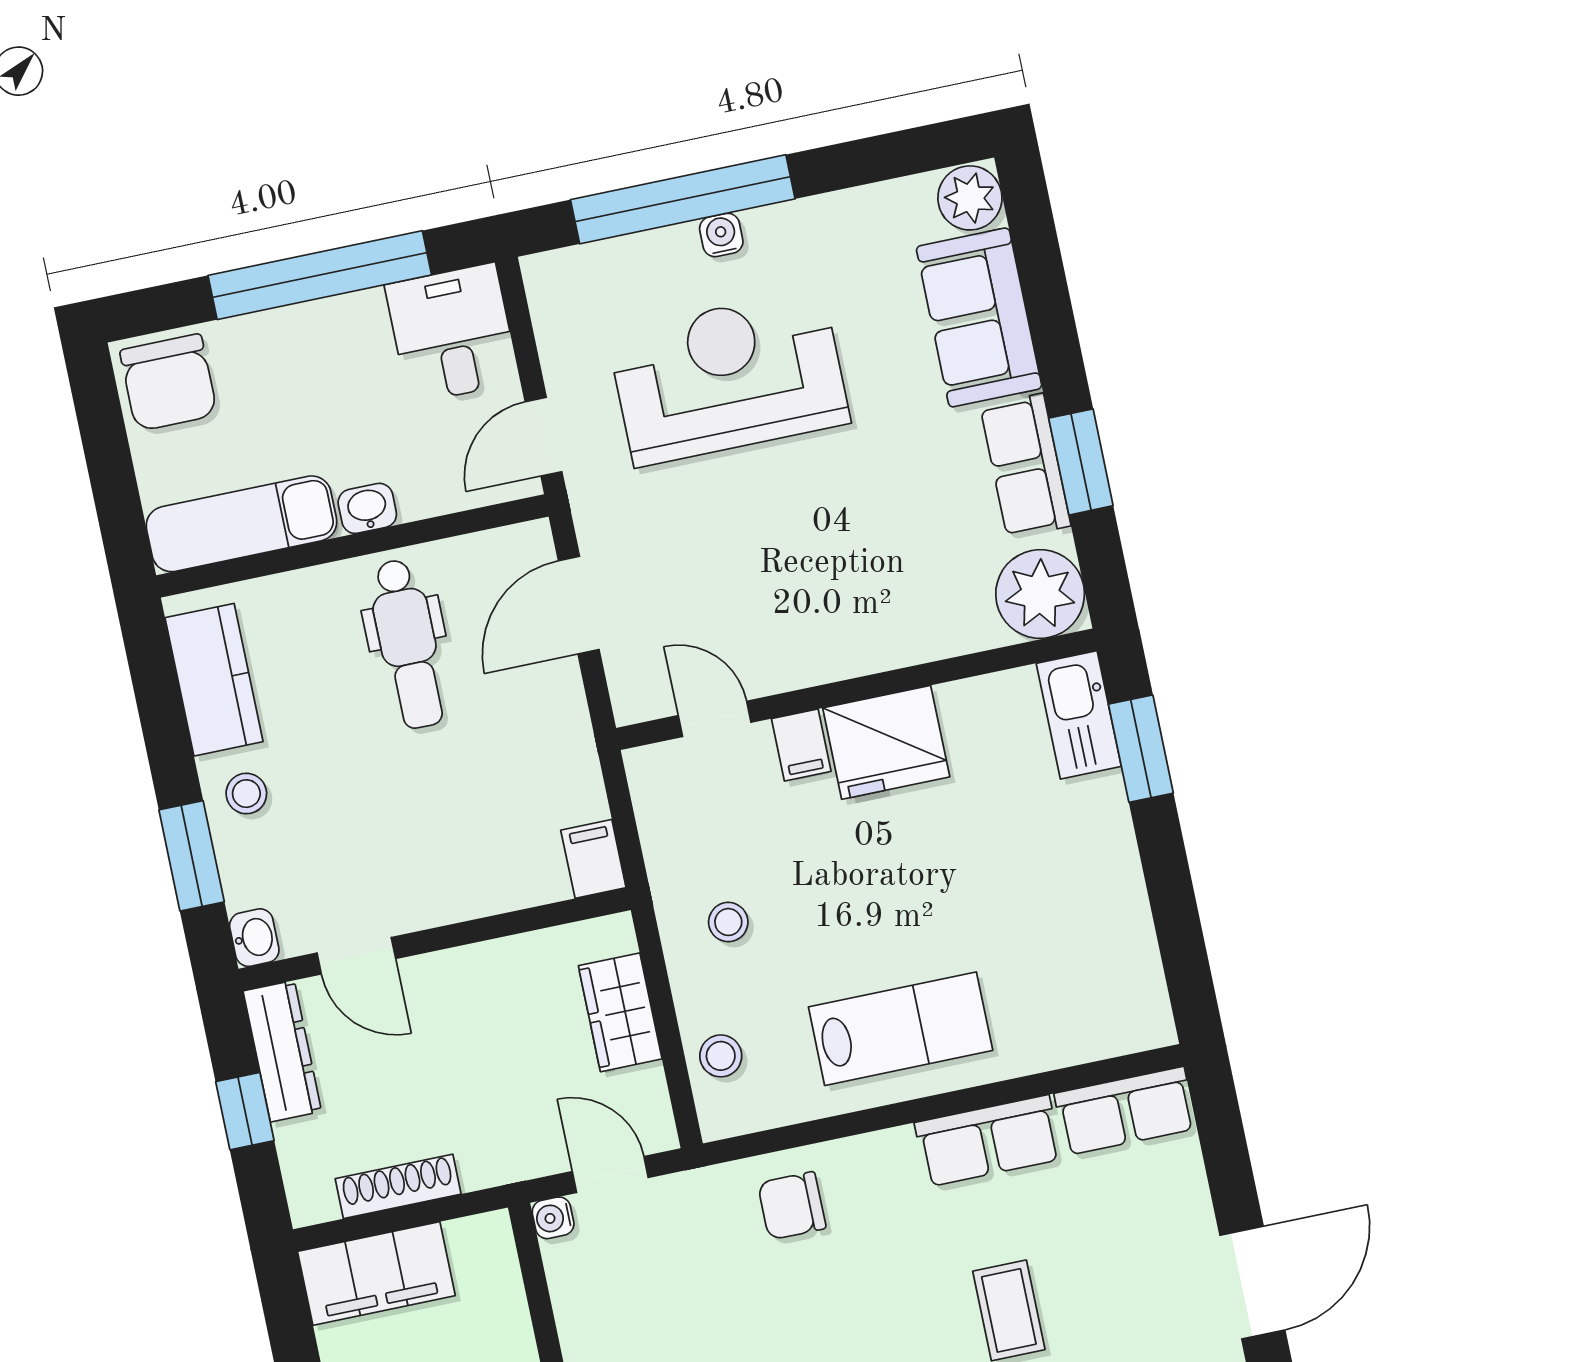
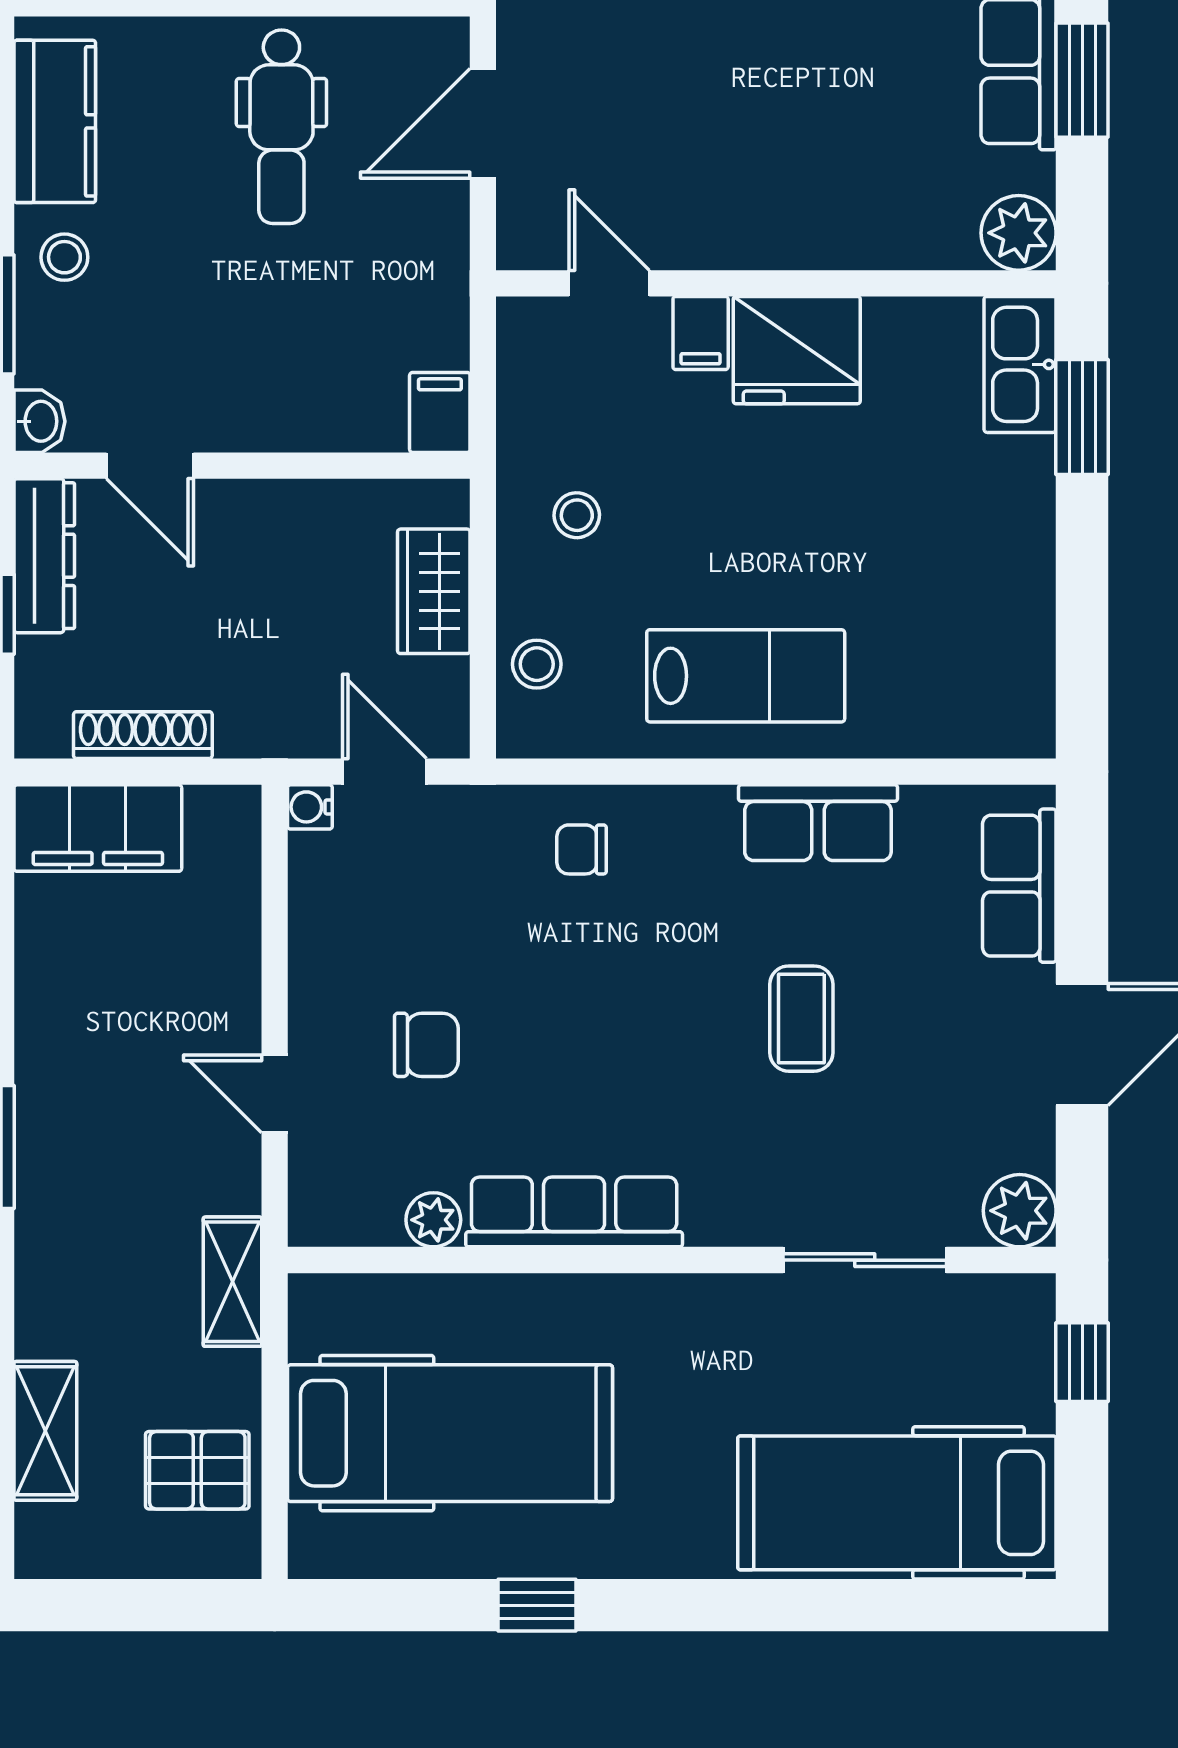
plant: (1040, 594) -> (1019, 233), width x0.73, depth x0.73
row of seats: (1125, 1111) -> (1019, 886), moved, turned 90
chair: (792, 1206) -> (582, 849), width x0.73, depth x0.73

